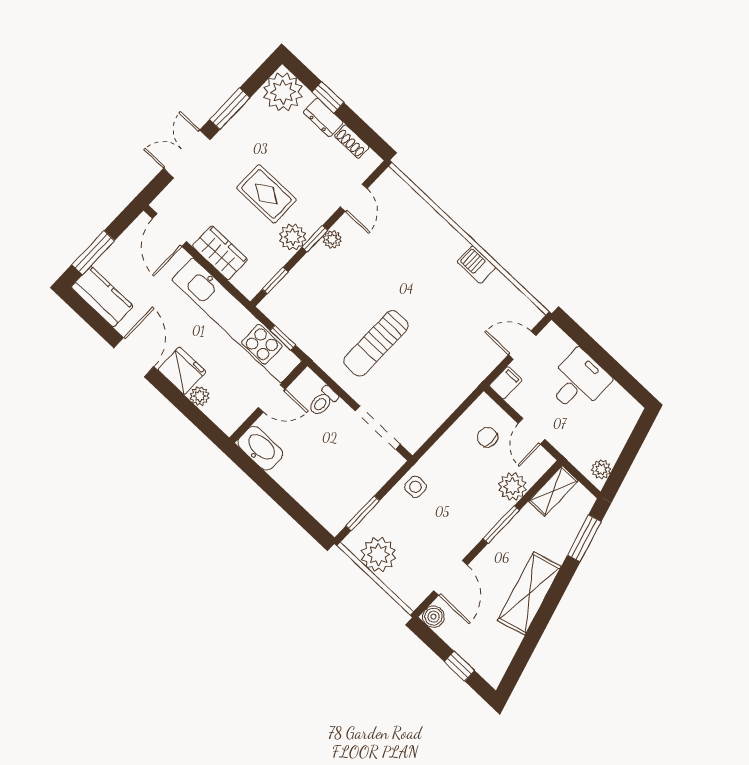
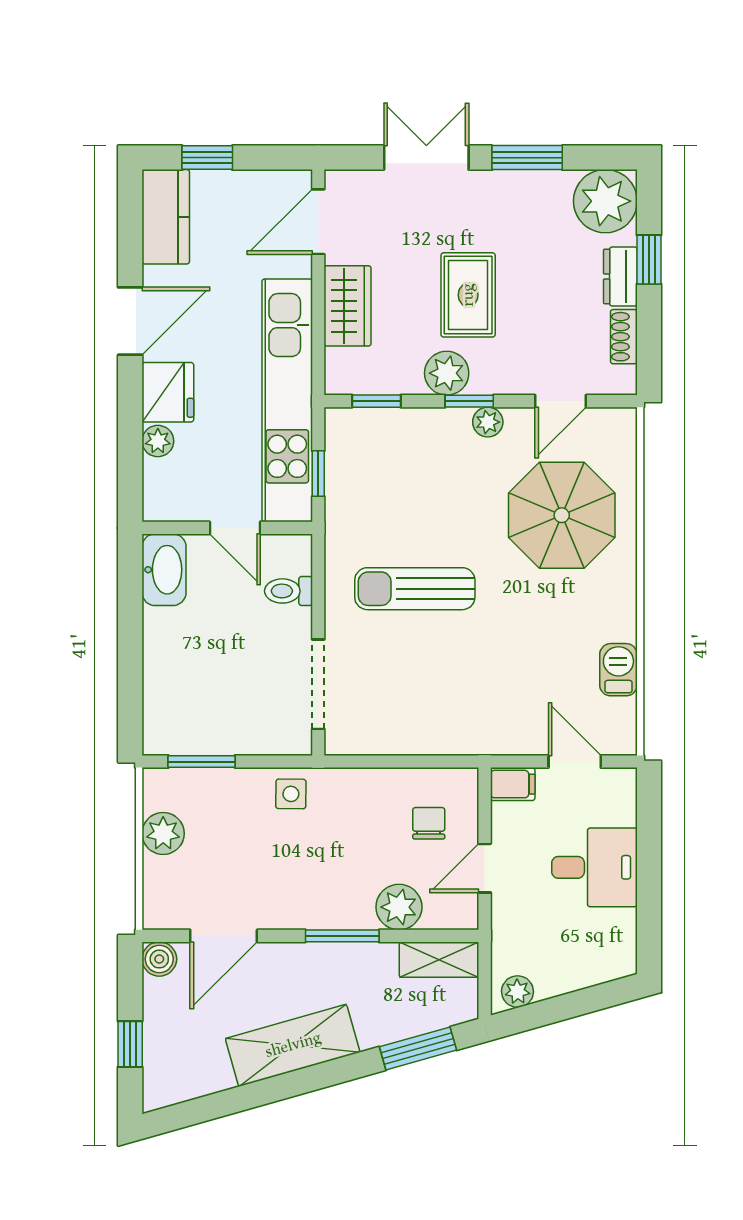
parasol: (406, 246) -> (562, 515), added
window: (93, 253) -> (207, 158), width x0.67
barbecue: (476, 265) -> (618, 670), moved
plant: (378, 555) -> (163, 833), width x0.73, depth x0.73

